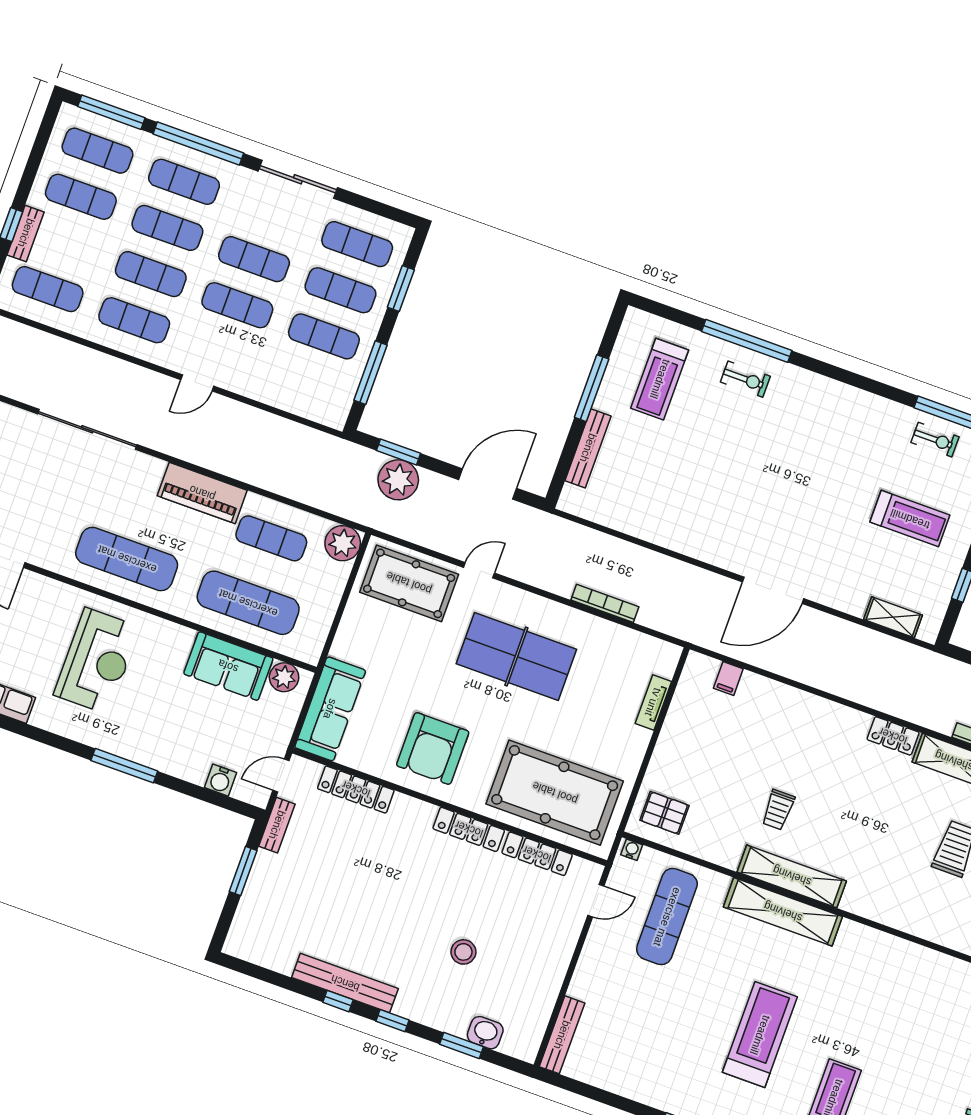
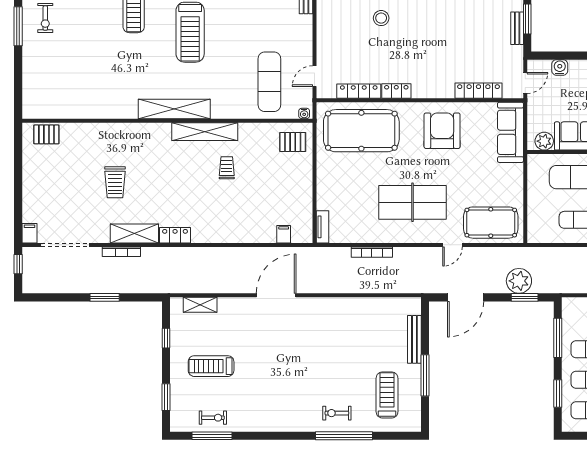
exercise bike: (935, 440) -> (213, 418), turned 180
plant: (343, 543) -> (538, 232), removed
tv unit: (653, 702) -> (322, 227), moved
bench: (277, 825) -> (517, 28), moved
locker: (469, 829) -> (396, 91), width x0.66
shelving: (783, 912) -> (174, 109), moved

